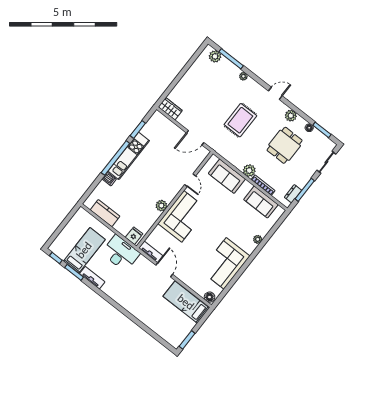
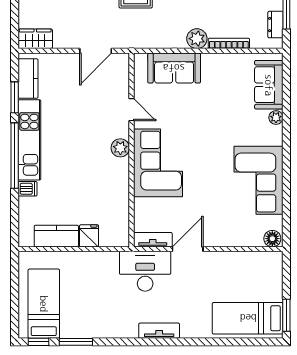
kitchen counter: (152, 125) -> (28, 79), added
sofa: (261, 202) -> (269, 85), moved, turned 90
plant: (161, 206) -> (120, 148), moved
fridge: (134, 236) -> (89, 236), moved
bed: (84, 250) -> (44, 304), moved
desk: (121, 253) -> (145, 271), moved
door: (164, 270) -> (188, 249), hinge flipped
tv unit: (92, 278) -> (159, 331), moved
bed: (186, 302) -> (248, 318), moved

